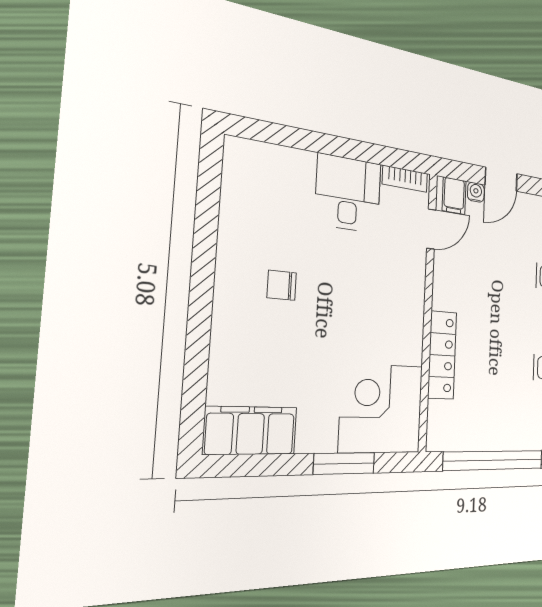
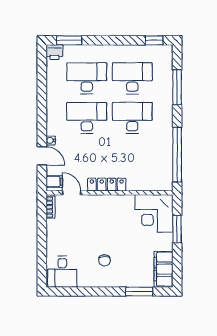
water cooler: (476, 192) -> (51, 140), moved
desk: (348, 193) -> (62, 272), moved, turned -90
locker: (442, 355) -> (107, 185), moved
window: (196, 367) -> (139, 292), added

